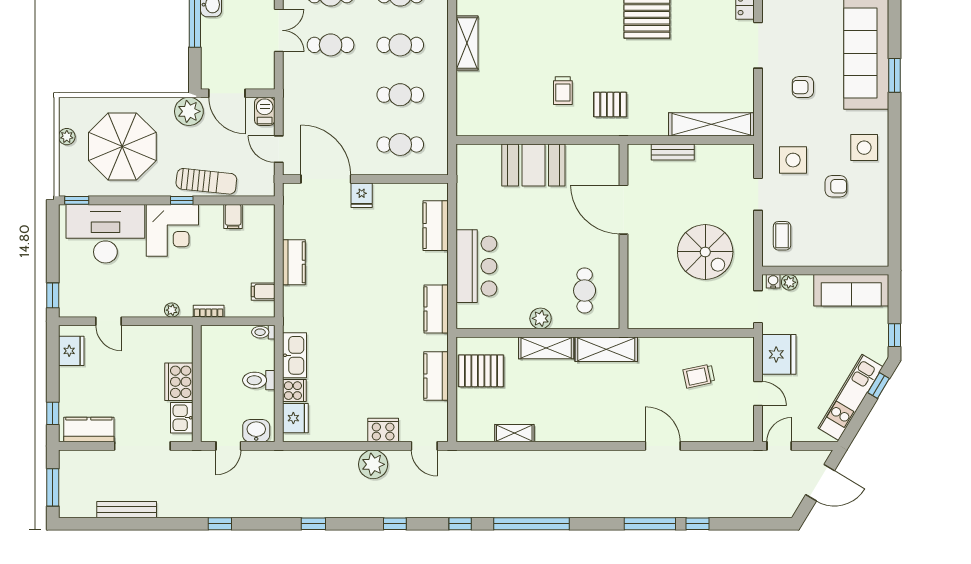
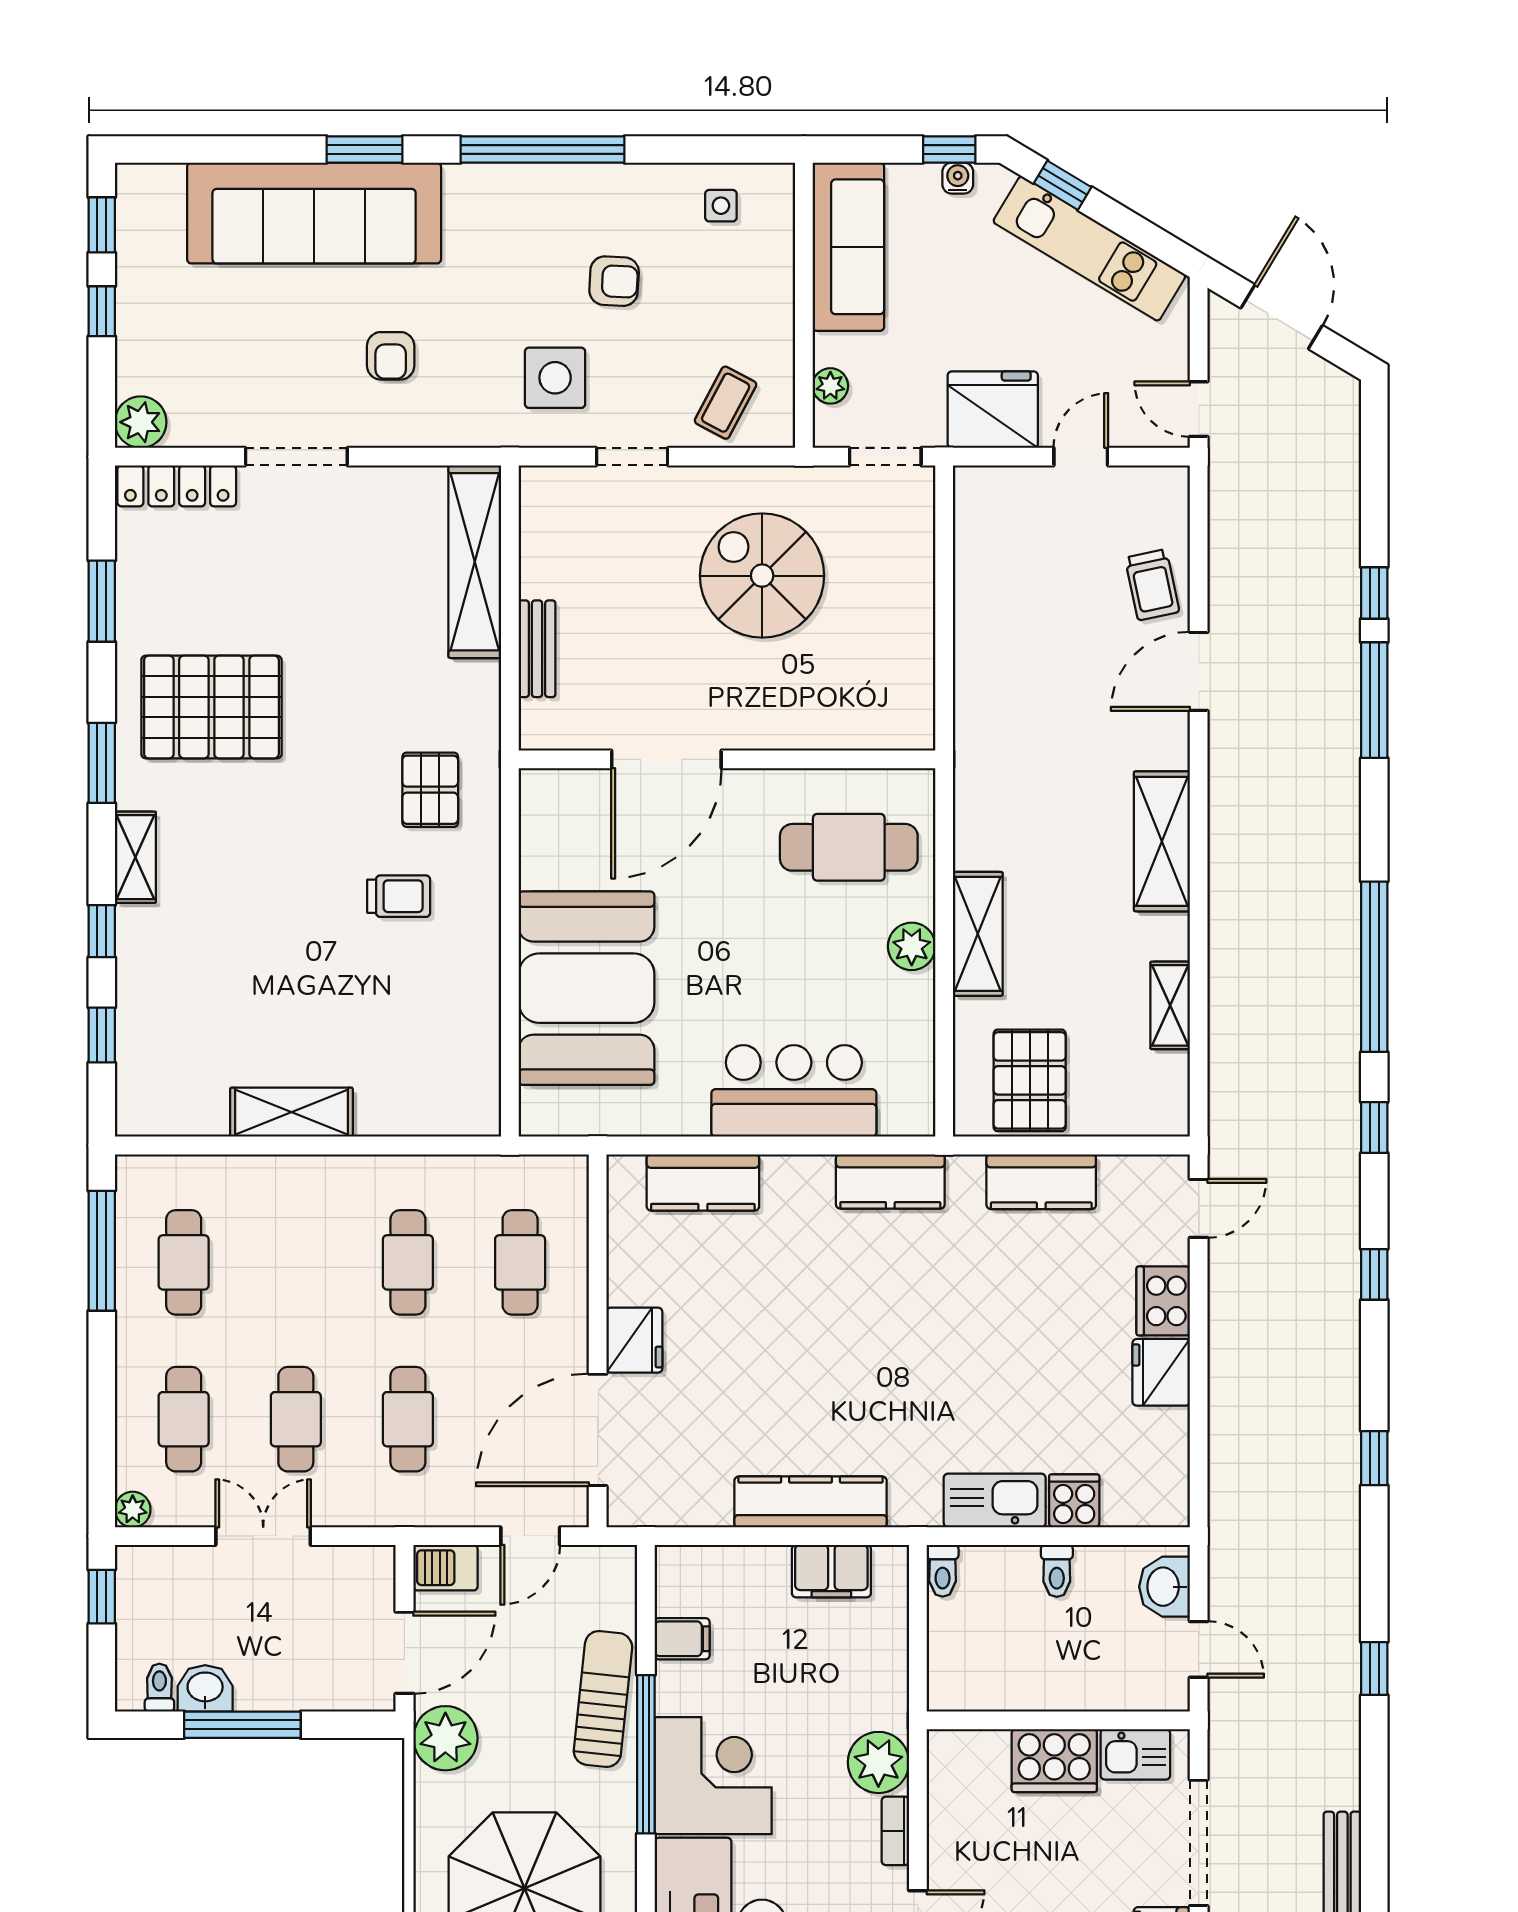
cafe table: (400, 45) -> (408, 1419), moved
side table: (864, 148) -> (721, 206), moved, width x0.54, depth x0.54
window: (894, 155) -> (543, 149), added
booth: (533, 165) -> (586, 988), width x1.36, depth x1.42
armchair: (836, 186) -> (614, 281), turned 93
fridge: (362, 195) -> (634, 1340), width x1.38
window: (182, 200) -> (646, 1754), width x3.17
coffee table: (782, 236) -> (726, 403), turned -62
spiral stairs: (705, 252) -> (762, 576), turned -90
kitchen counter: (294, 262) -> (811, 1502), width x1.50
water cooler: (773, 281) -> (958, 178), moved, turned 90
cafe table: (585, 291) -> (849, 847), width x1.37, depth x1.35
filing cabinet: (263, 292) -> (831, 1571), width x2.00
plant: (172, 310) -> (878, 1762), width x1.88, depth x1.88
bookcase: (209, 311) -> (895, 1831), moved
shelving: (606, 349) -> (1162, 841), moved
trolley: (699, 376) -> (1152, 585), moved
toilet: (259, 380) -> (1057, 1571), width x0.73, depth x0.72
fridge: (295, 418) -> (1161, 1372), moved, turned -90
plant: (373, 464) -> (1240, 1323), removed

